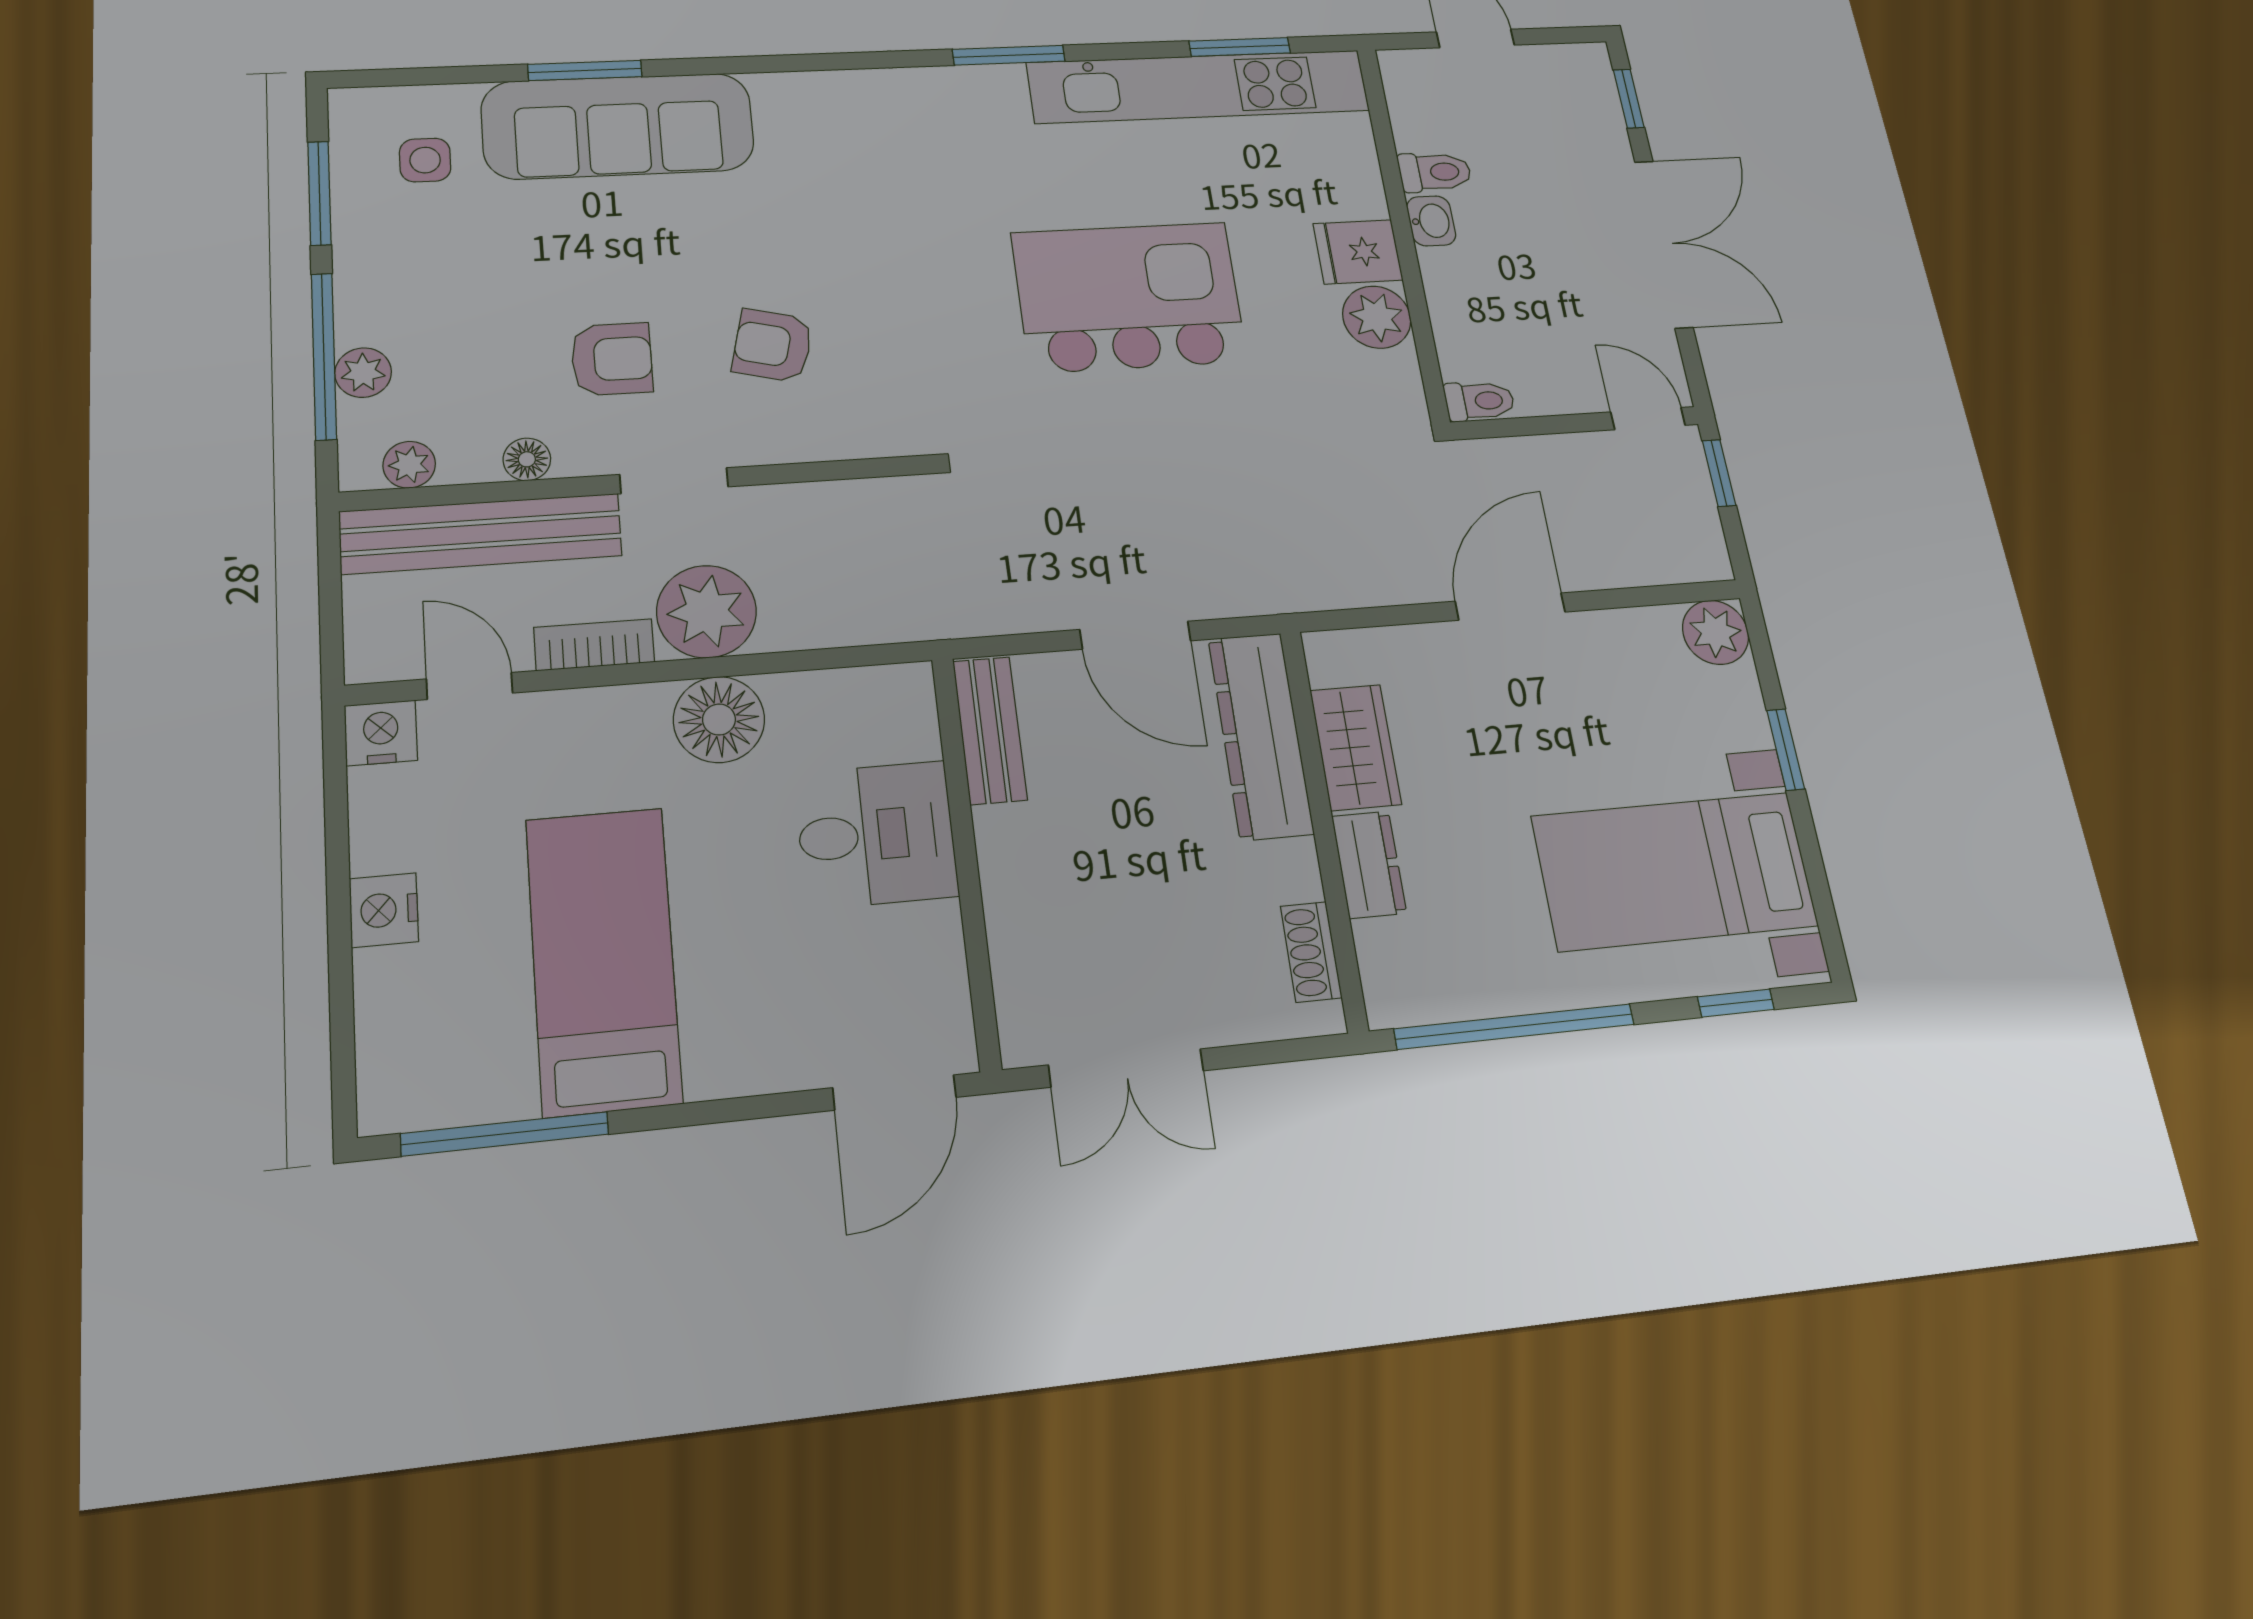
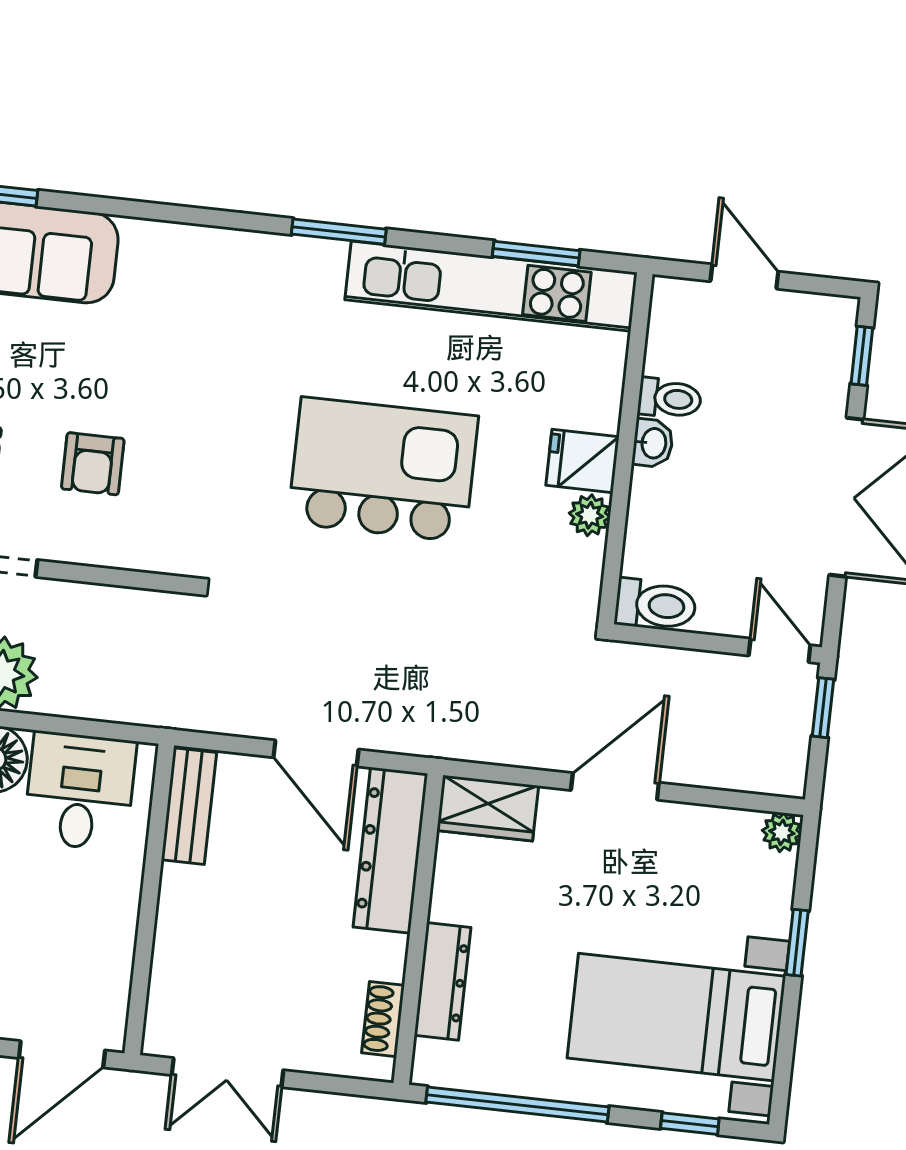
plant: (1377, 317) -> (590, 515), width x0.73, depth x0.73
armchair: (773, 346) -> (93, 464), turned -104
toilet: (1479, 401) -> (656, 605), width x1.37, depth x1.39
plant: (1716, 632) -> (782, 832), width x0.73, depth x0.73
wardrobe: (1356, 747) -> (488, 808), moved, turned 90
desk: (876, 835) -> (80, 791), moved, turned -90
dresser: (1369, 865) -> (443, 981), width x1.44

